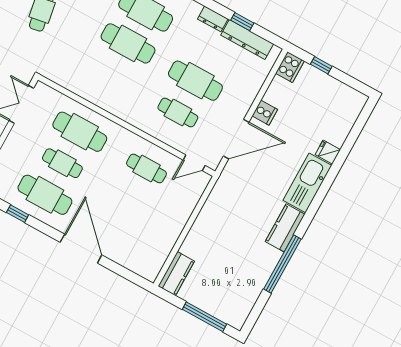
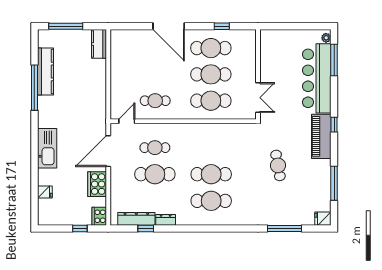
cooker: (265, 113) -> (97, 184), width x1.87, depth x1.31
fridge: (328, 152) -> (45, 192), moved
cafe table: (62, 163) -> (211, 74), width x1.37, depth x1.35
kitchen counter: (285, 228) -> (46, 71), moved, width x1.50

